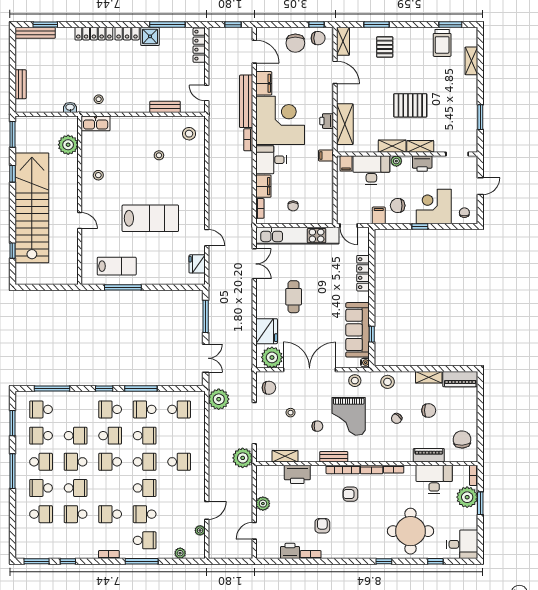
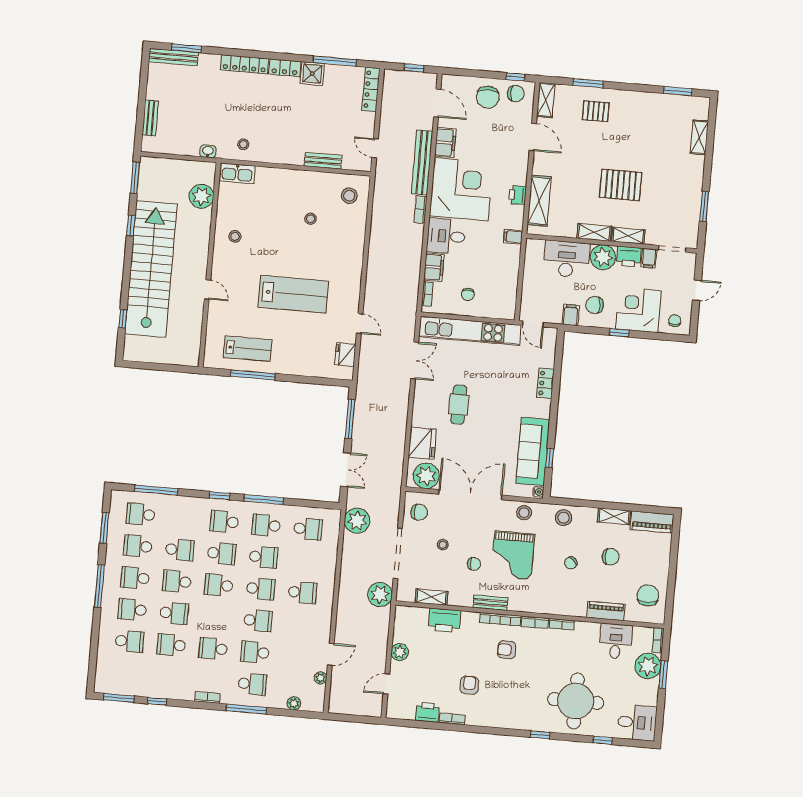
trolley: (442, 43) -> (666, 113), removed
pallet: (385, 47) -> (596, 111), turned 90
plant: (396, 161) -> (603, 257), width x1.88, depth x1.88
filing cabinet: (346, 163) -> (649, 258), moved
locker: (363, 273) -> (545, 383), width x0.66
school desk: (41, 462) -> (135, 578), turned 180
desk: (434, 479) -> (616, 641), width x0.73

